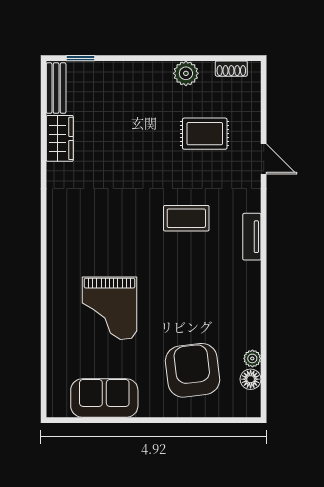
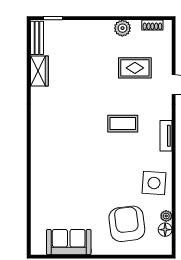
grand piano: (109, 308) -> (72, 183), removed
side table: (234, 308) -> (154, 183), added

